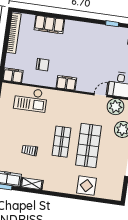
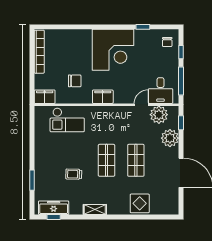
filing cabinet: (49, 25) -> (76, 37), removed
corner desk: (82, 41) -> (113, 50), added
shop shelf: (88, 145) -> (136, 160), width x0.70, depth x0.74
shelving: (32, 184) -> (95, 210), moved

